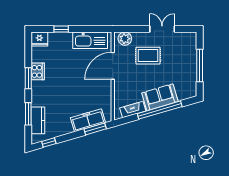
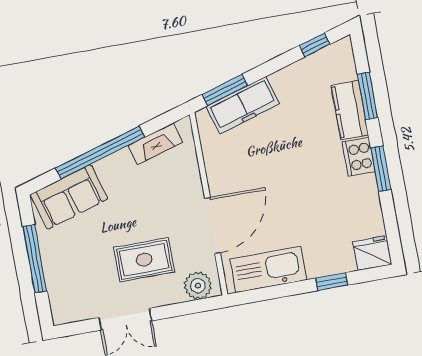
cooker: (38, 71) -> (359, 157), moved
sofa: (160, 97) -> (69, 197), moved
kitchen counter: (38, 120) -> (350, 110), moved

